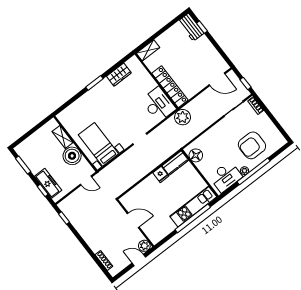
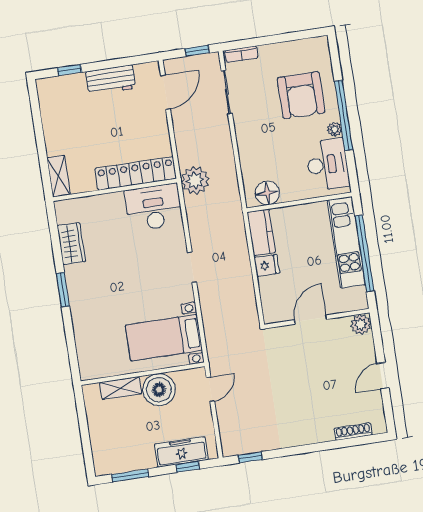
workbench: (191, 27) -> (111, 80), moved
door: (133, 220) -> (310, 320), moved
wall: (135, 223) -> (317, 319), moved
plant: (144, 246) -> (361, 324), moved

